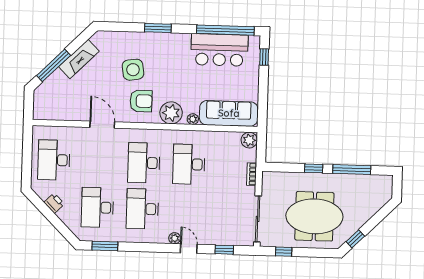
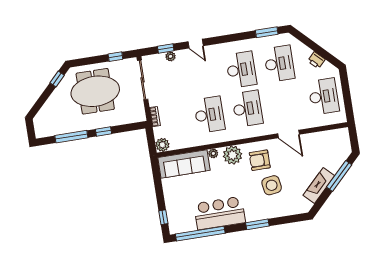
bar counter: (219, 50) -> (220, 213), moved
plant: (175, 238) -> (171, 56), moved

